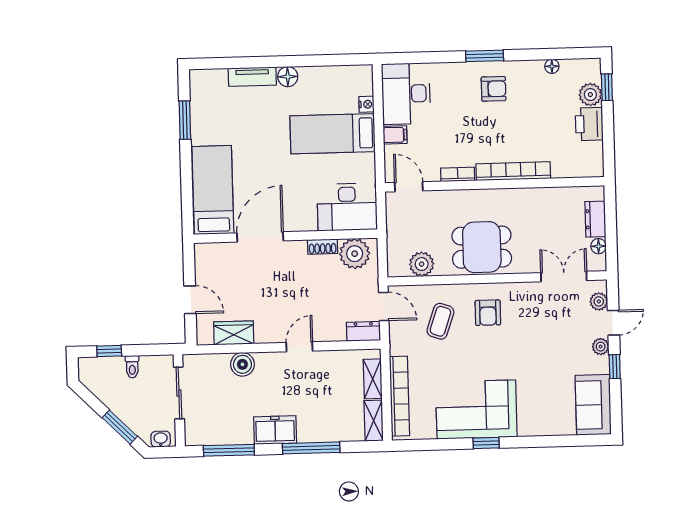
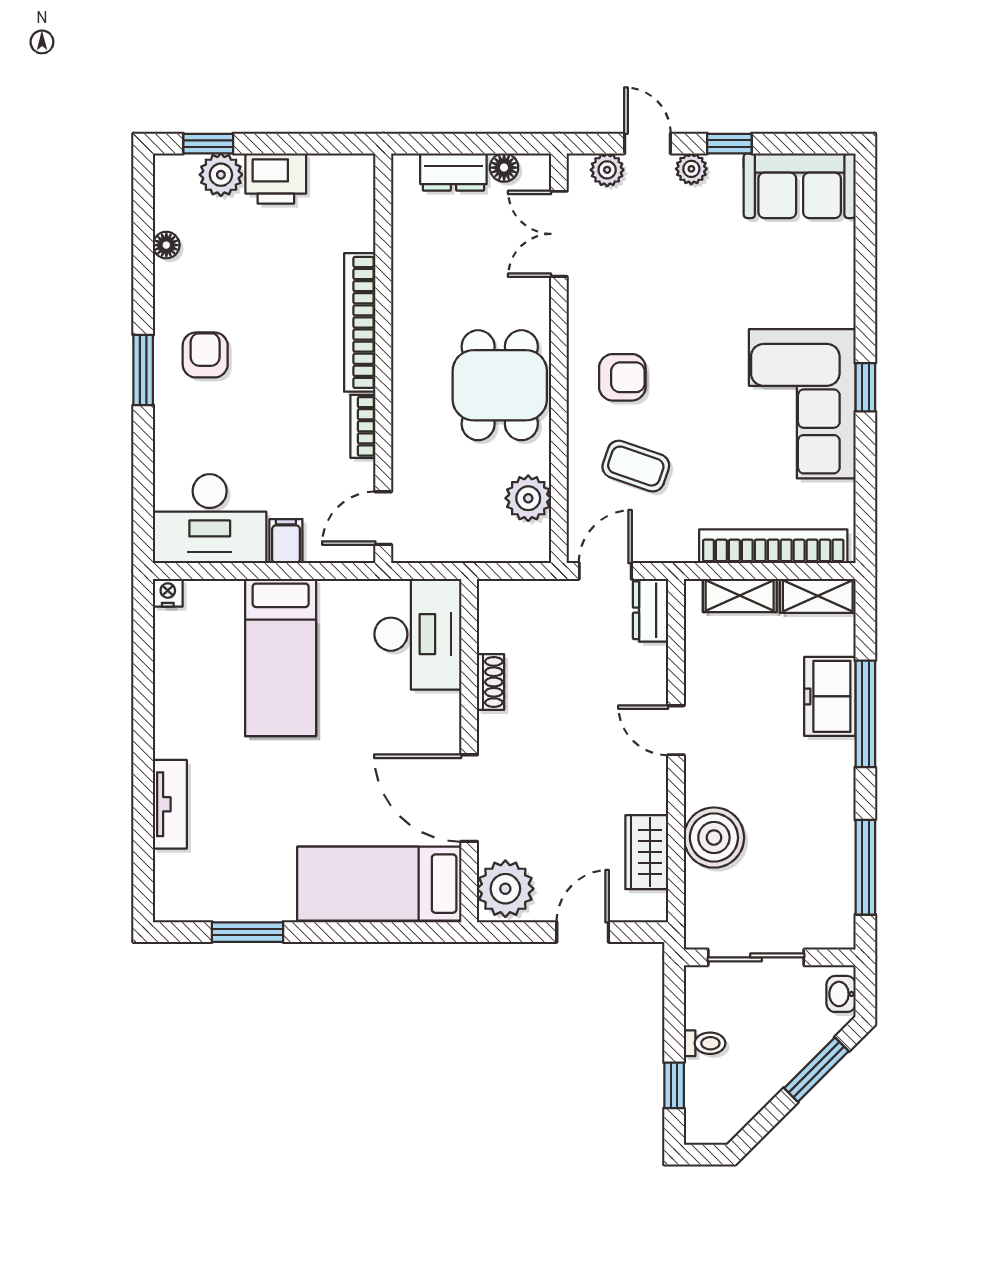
floor lamp: (288, 77) -> (172, 738), removed
nightstand: (366, 104) -> (168, 593), moved
plant: (355, 254) -> (505, 889), moved
boiler: (242, 364) -> (714, 838), width x1.37, depth x1.37
freezer: (275, 430) -> (830, 696), moved

